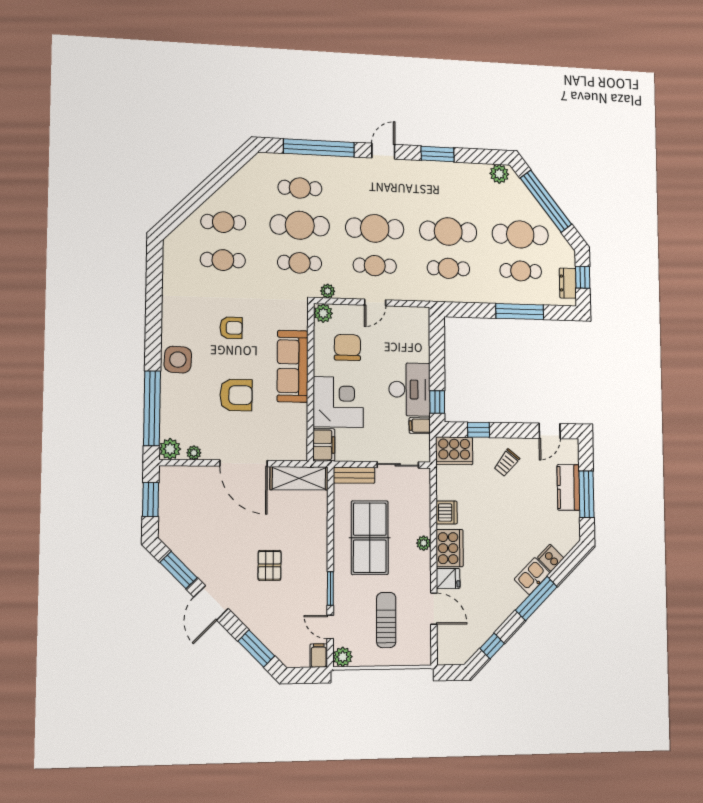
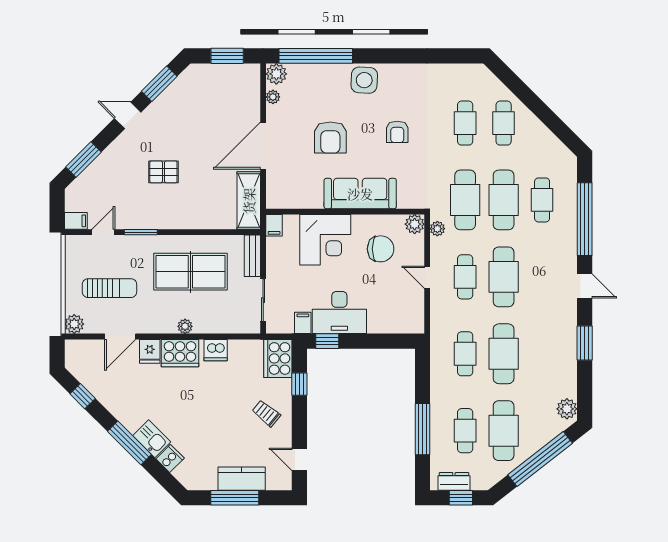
cafe table: (300, 263) -> (465, 200), width x1.37, depth x1.35
filing cabinet: (324, 445) -> (274, 225), width x0.50
door: (211, 603) -> (128, 115), width x0.73
plant: (343, 657) -> (74, 324), moved

